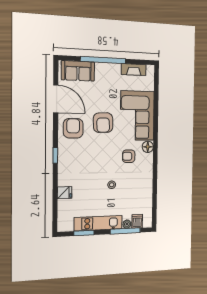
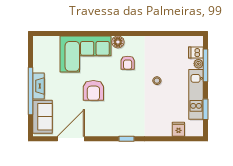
fireplace: (134, 70) -> (38, 86), moved
armchair: (103, 123) -> (93, 90), turned 92
armchair: (73, 128) -> (99, 121), removed
fridge: (65, 193) -> (178, 129), moved

